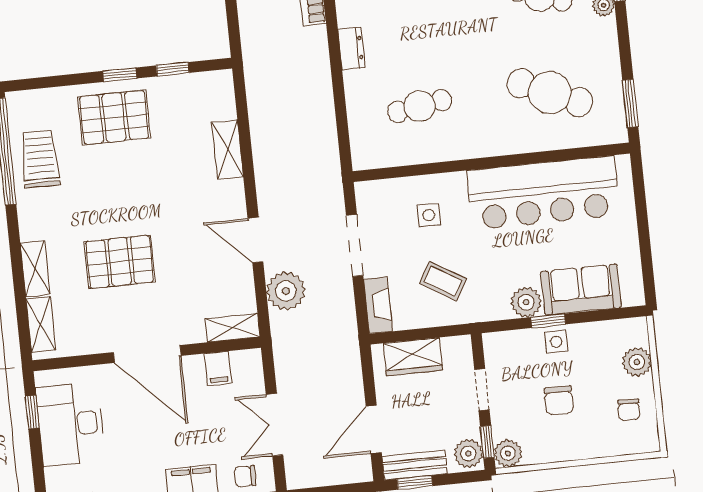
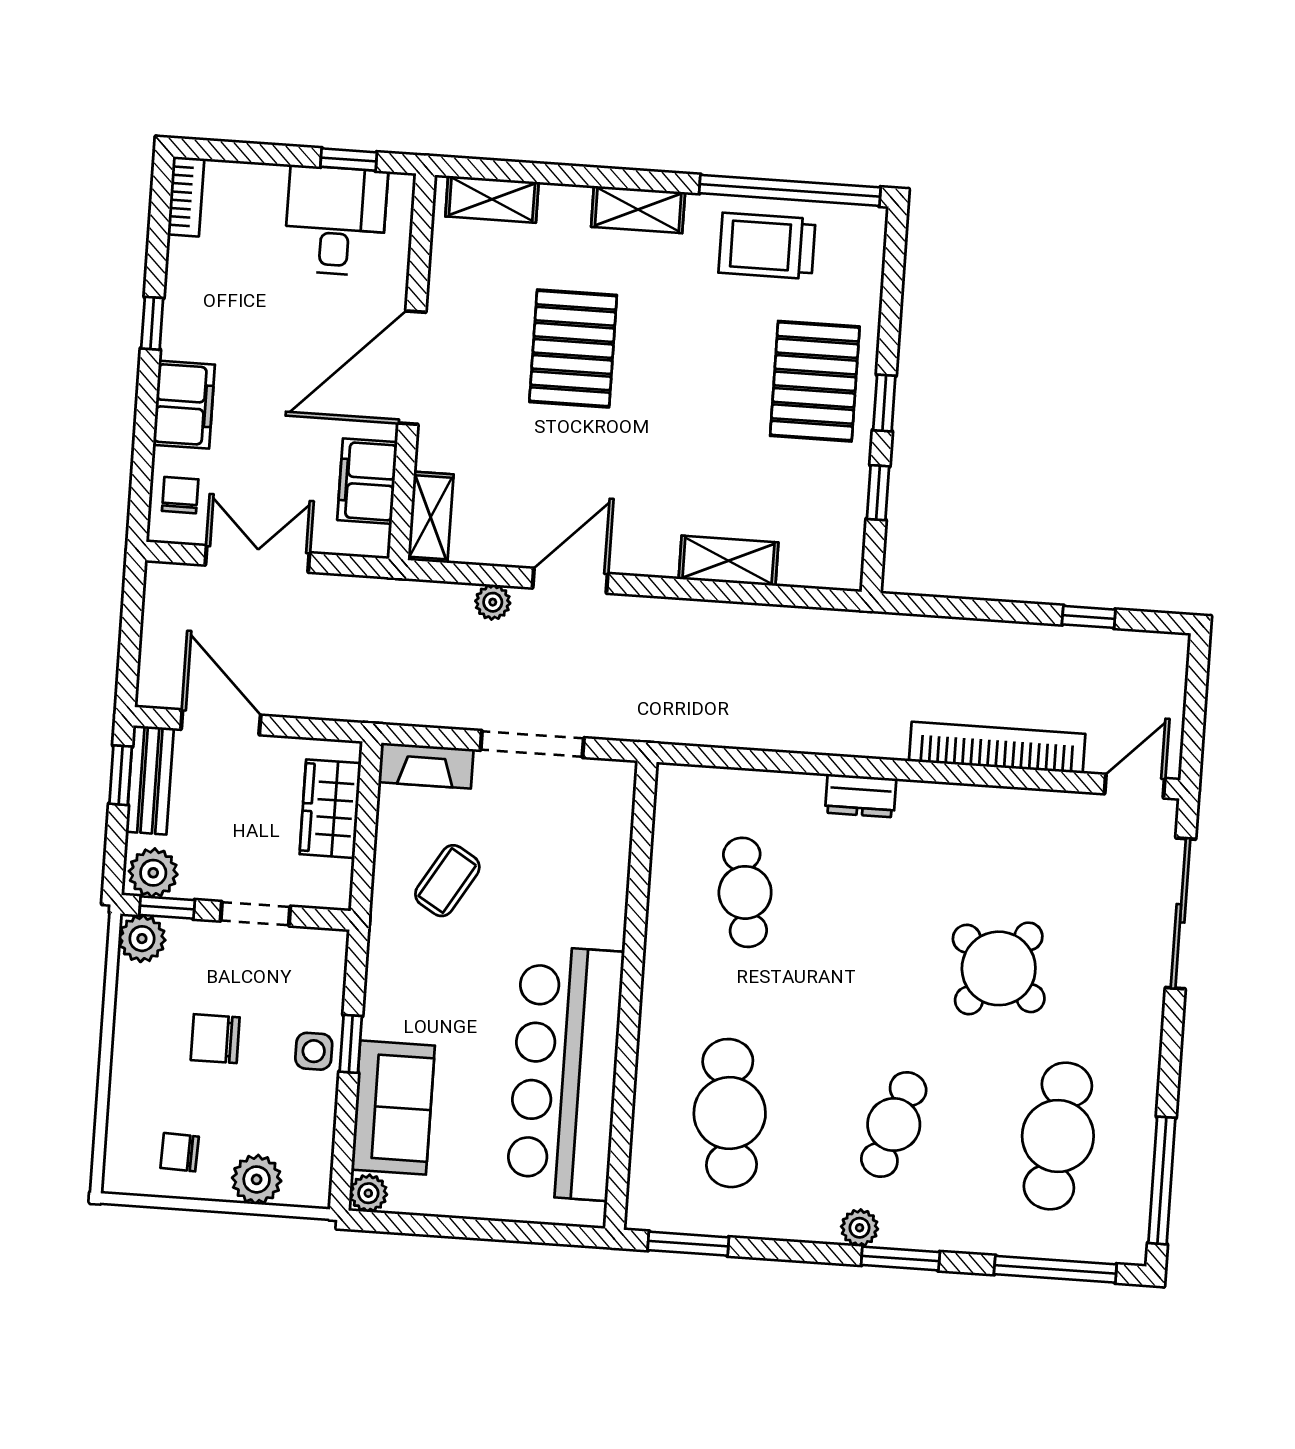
cafe table: (550, 93) -> (730, 1113), turned -30
trolley: (40, 159) -> (767, 246), turned 180
side table: (429, 215) -> (561, 876), removed
shelving: (35, 269) -> (638, 210), moved
plant: (286, 291) -> (493, 602), width x0.53, depth x0.53
plant: (526, 302) -> (368, 1193), moved, width x0.73, depth x0.73
filing cabinet: (218, 368) -> (367, 481), width x2.00
desk: (70, 424) -> (336, 221), width x0.73

